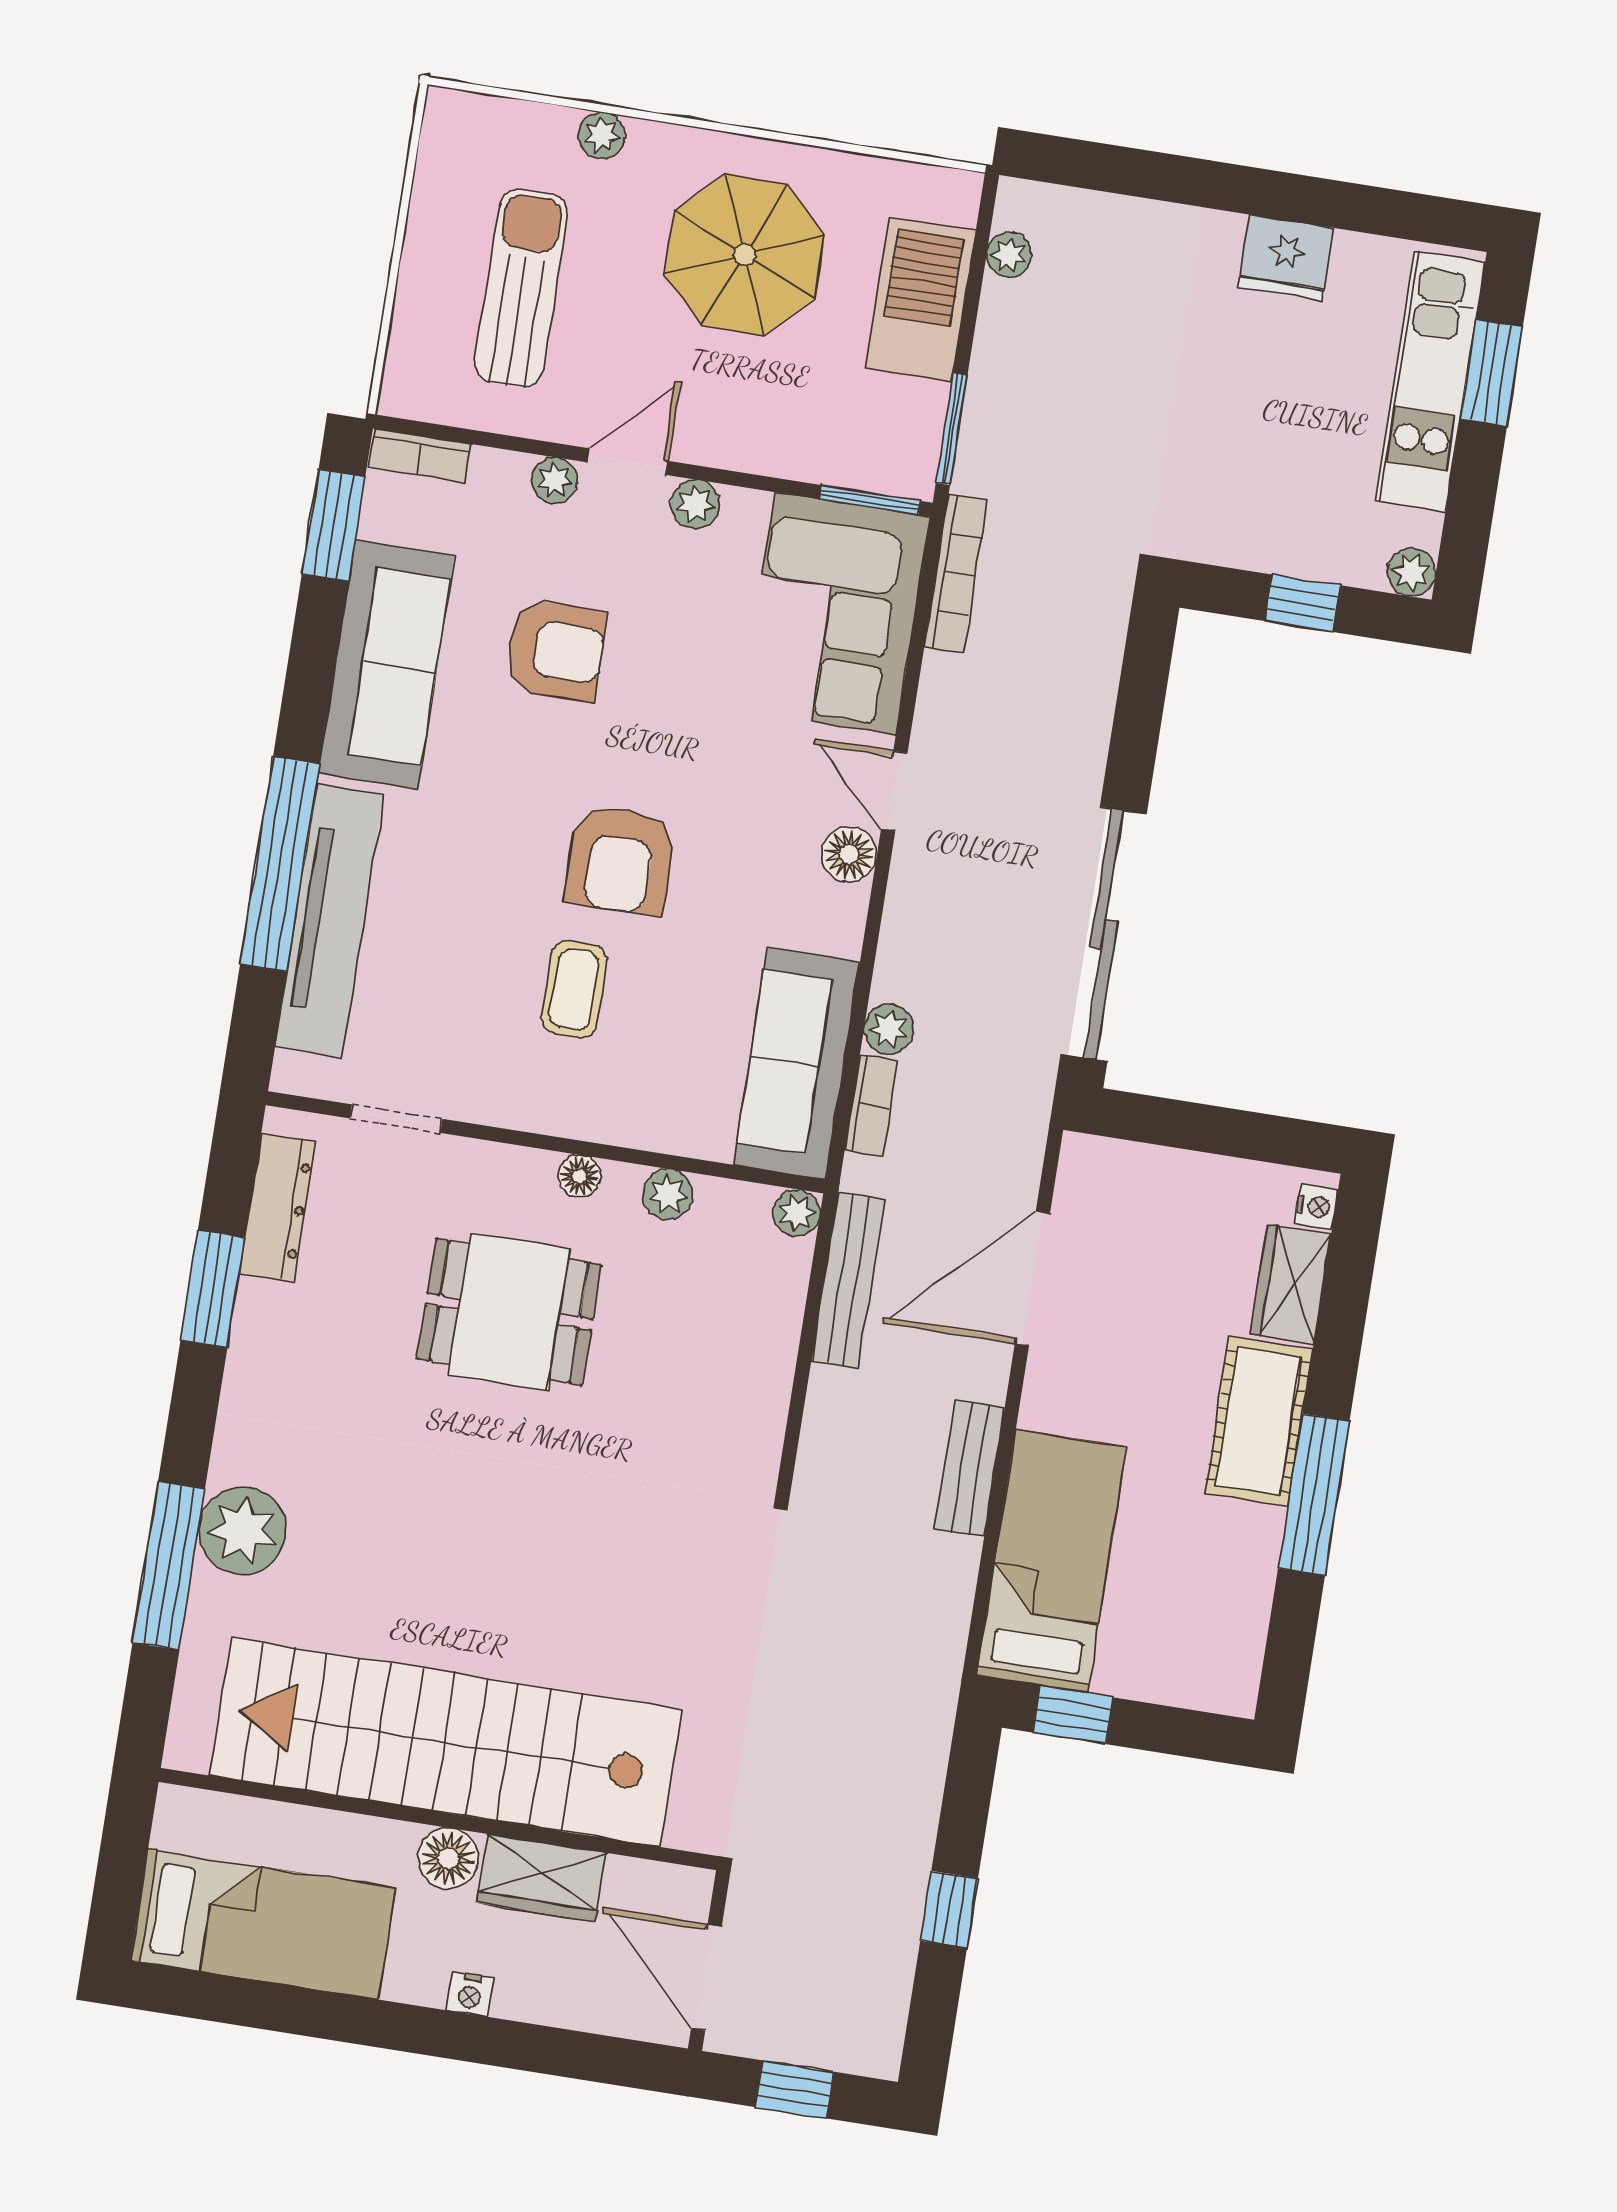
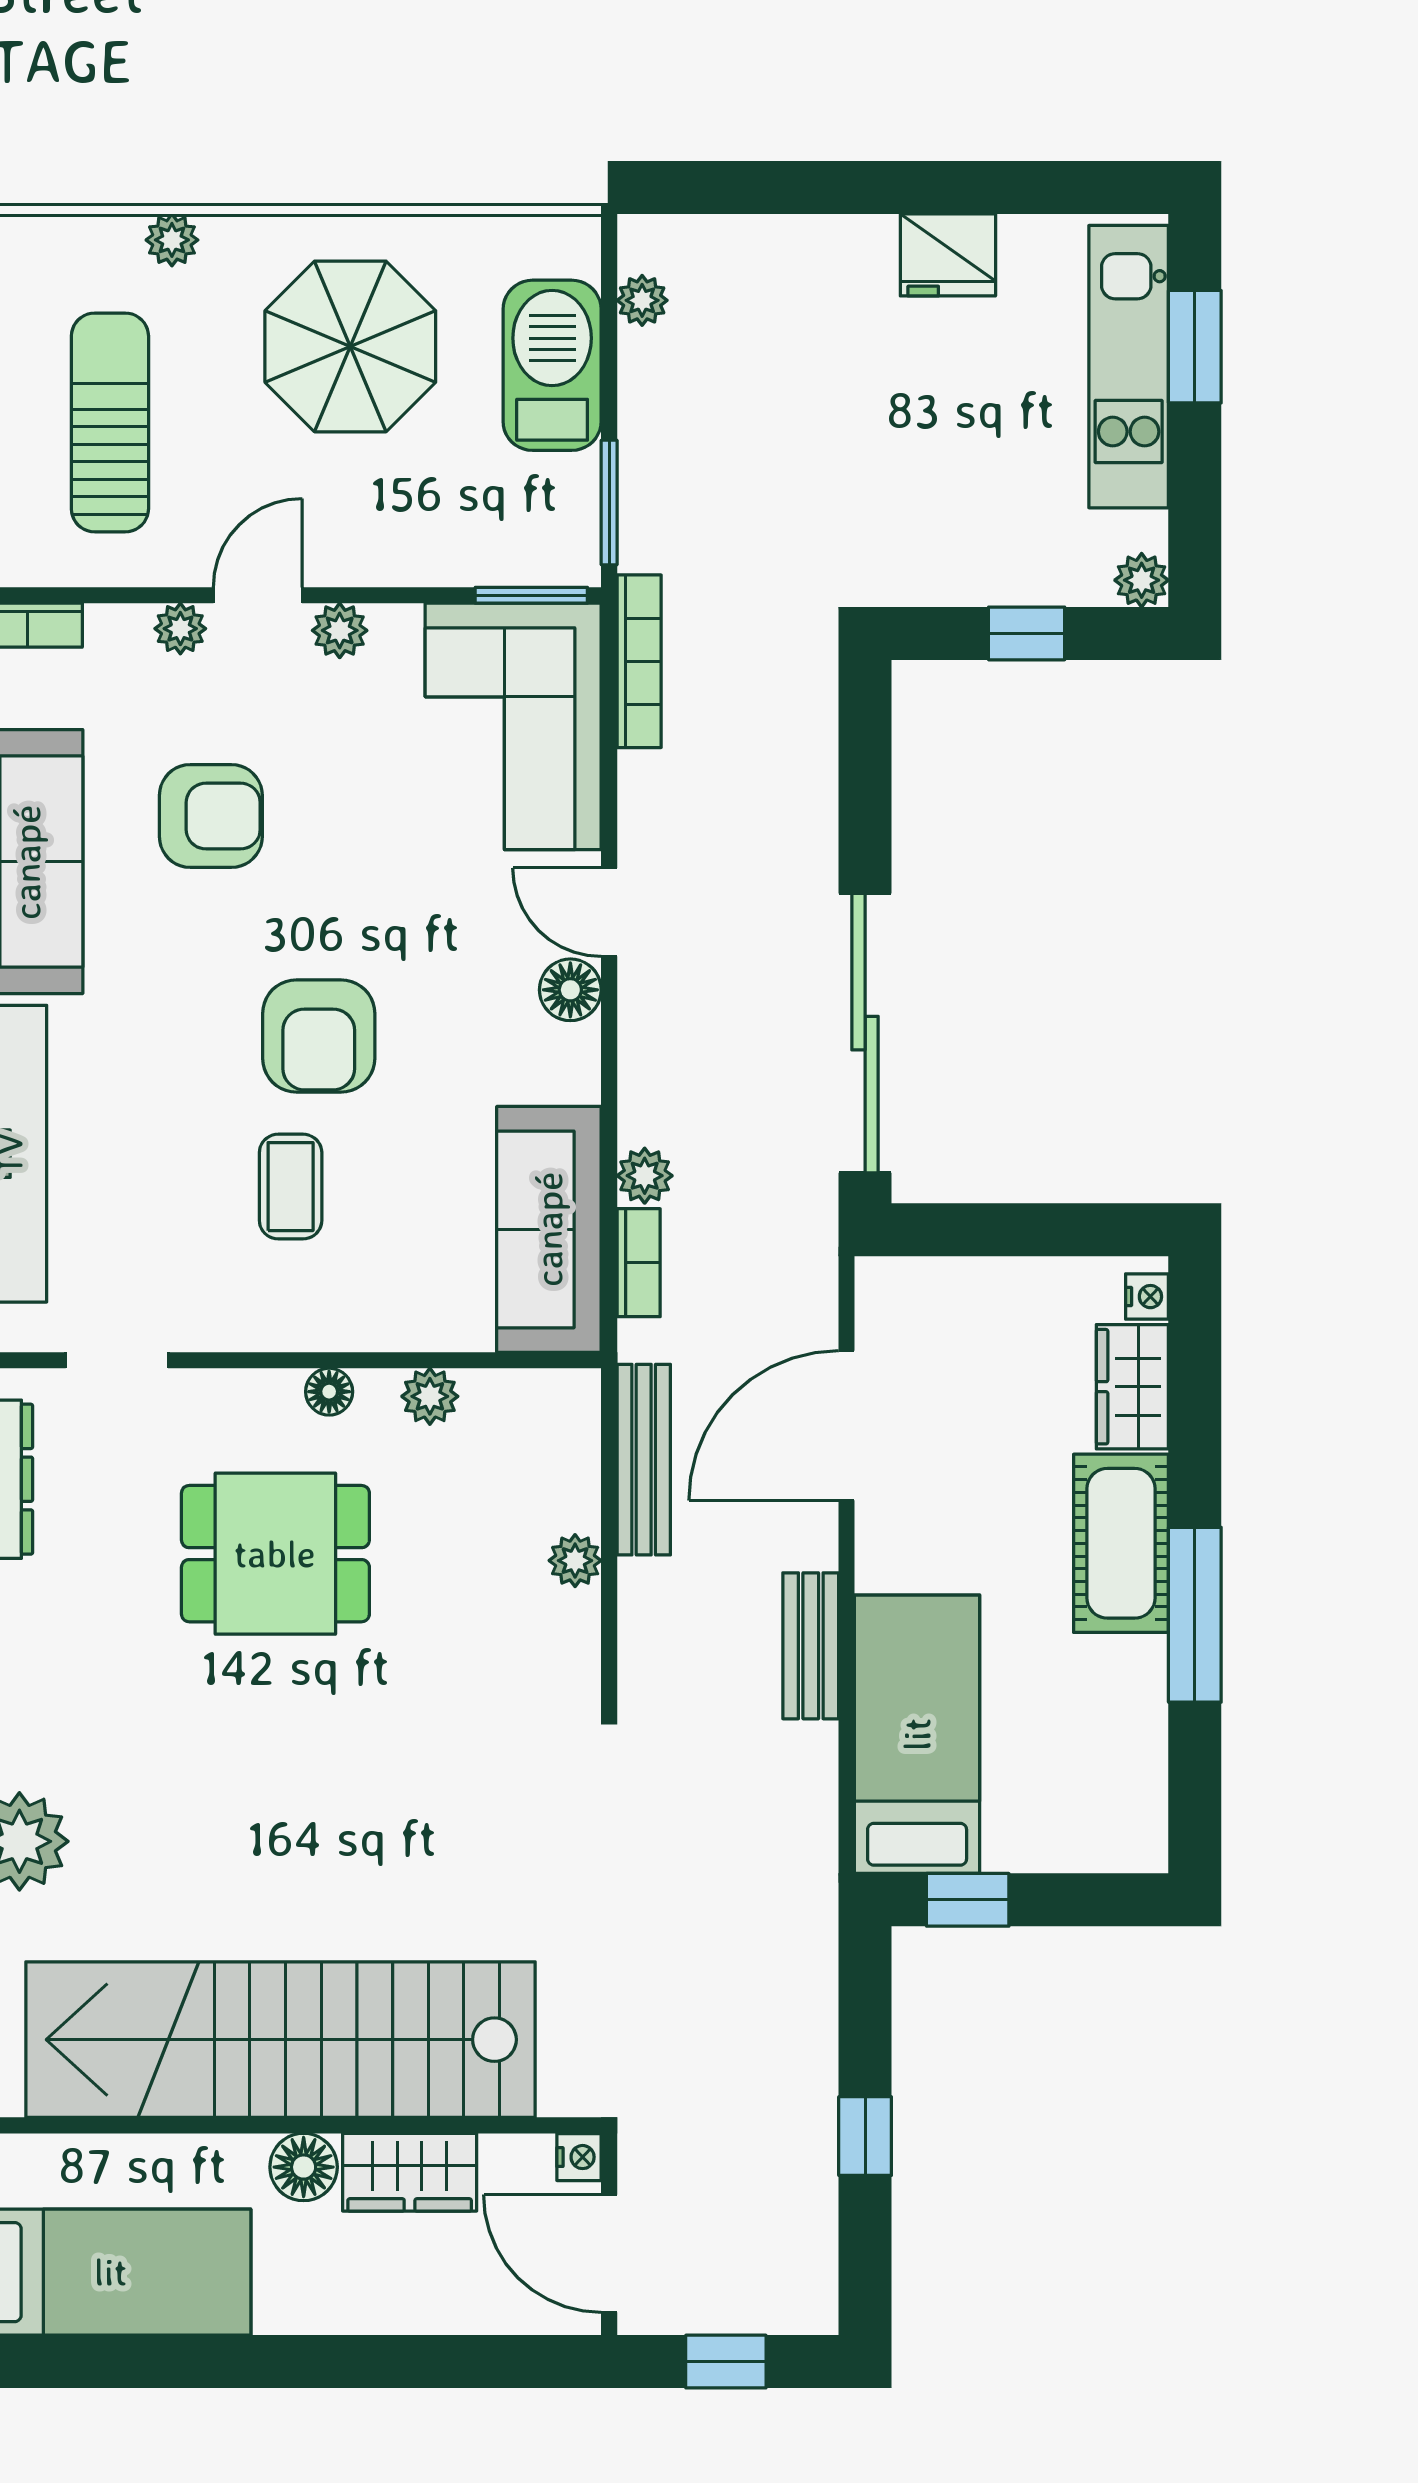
plant: (797, 1213) -> (575, 1561), moved
nightstand: (470, 1994) -> (579, 2157), moved, turned -90

